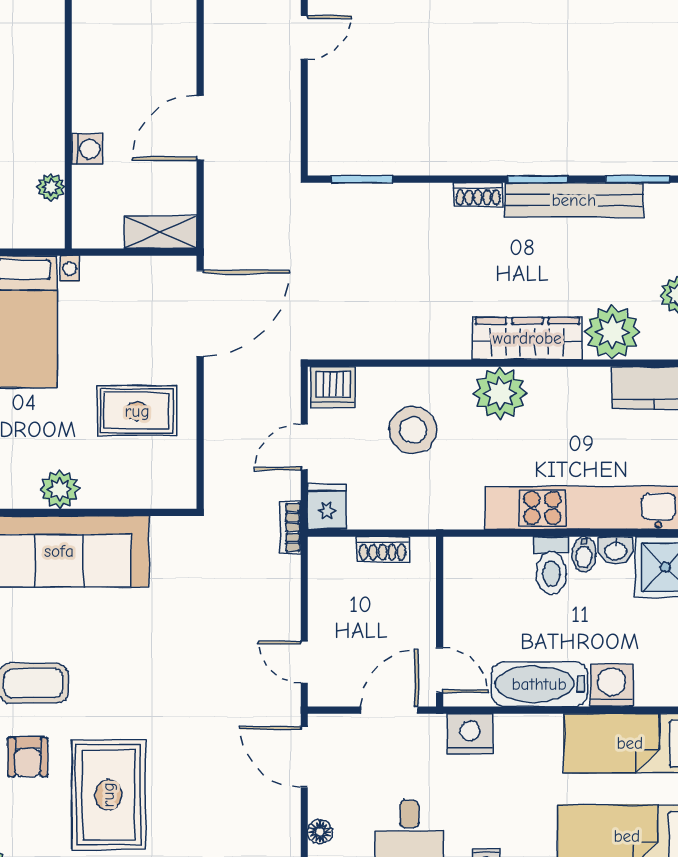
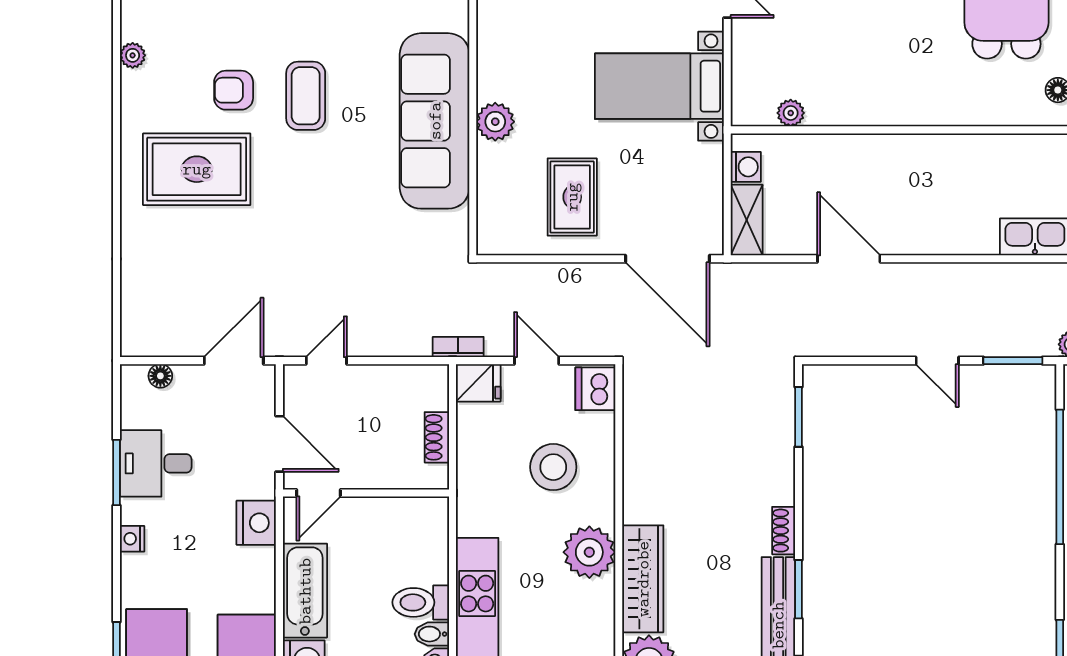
washing machine: (87, 149) -> (746, 167), moved, turned -90

